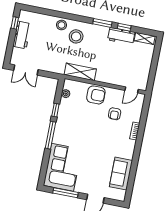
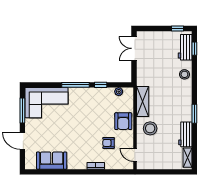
window: (124, 27) -> (194, 49), moved
workbench: (22, 35) -> (185, 47), moved, turned 90
stool: (76, 36) -> (150, 128), moved

